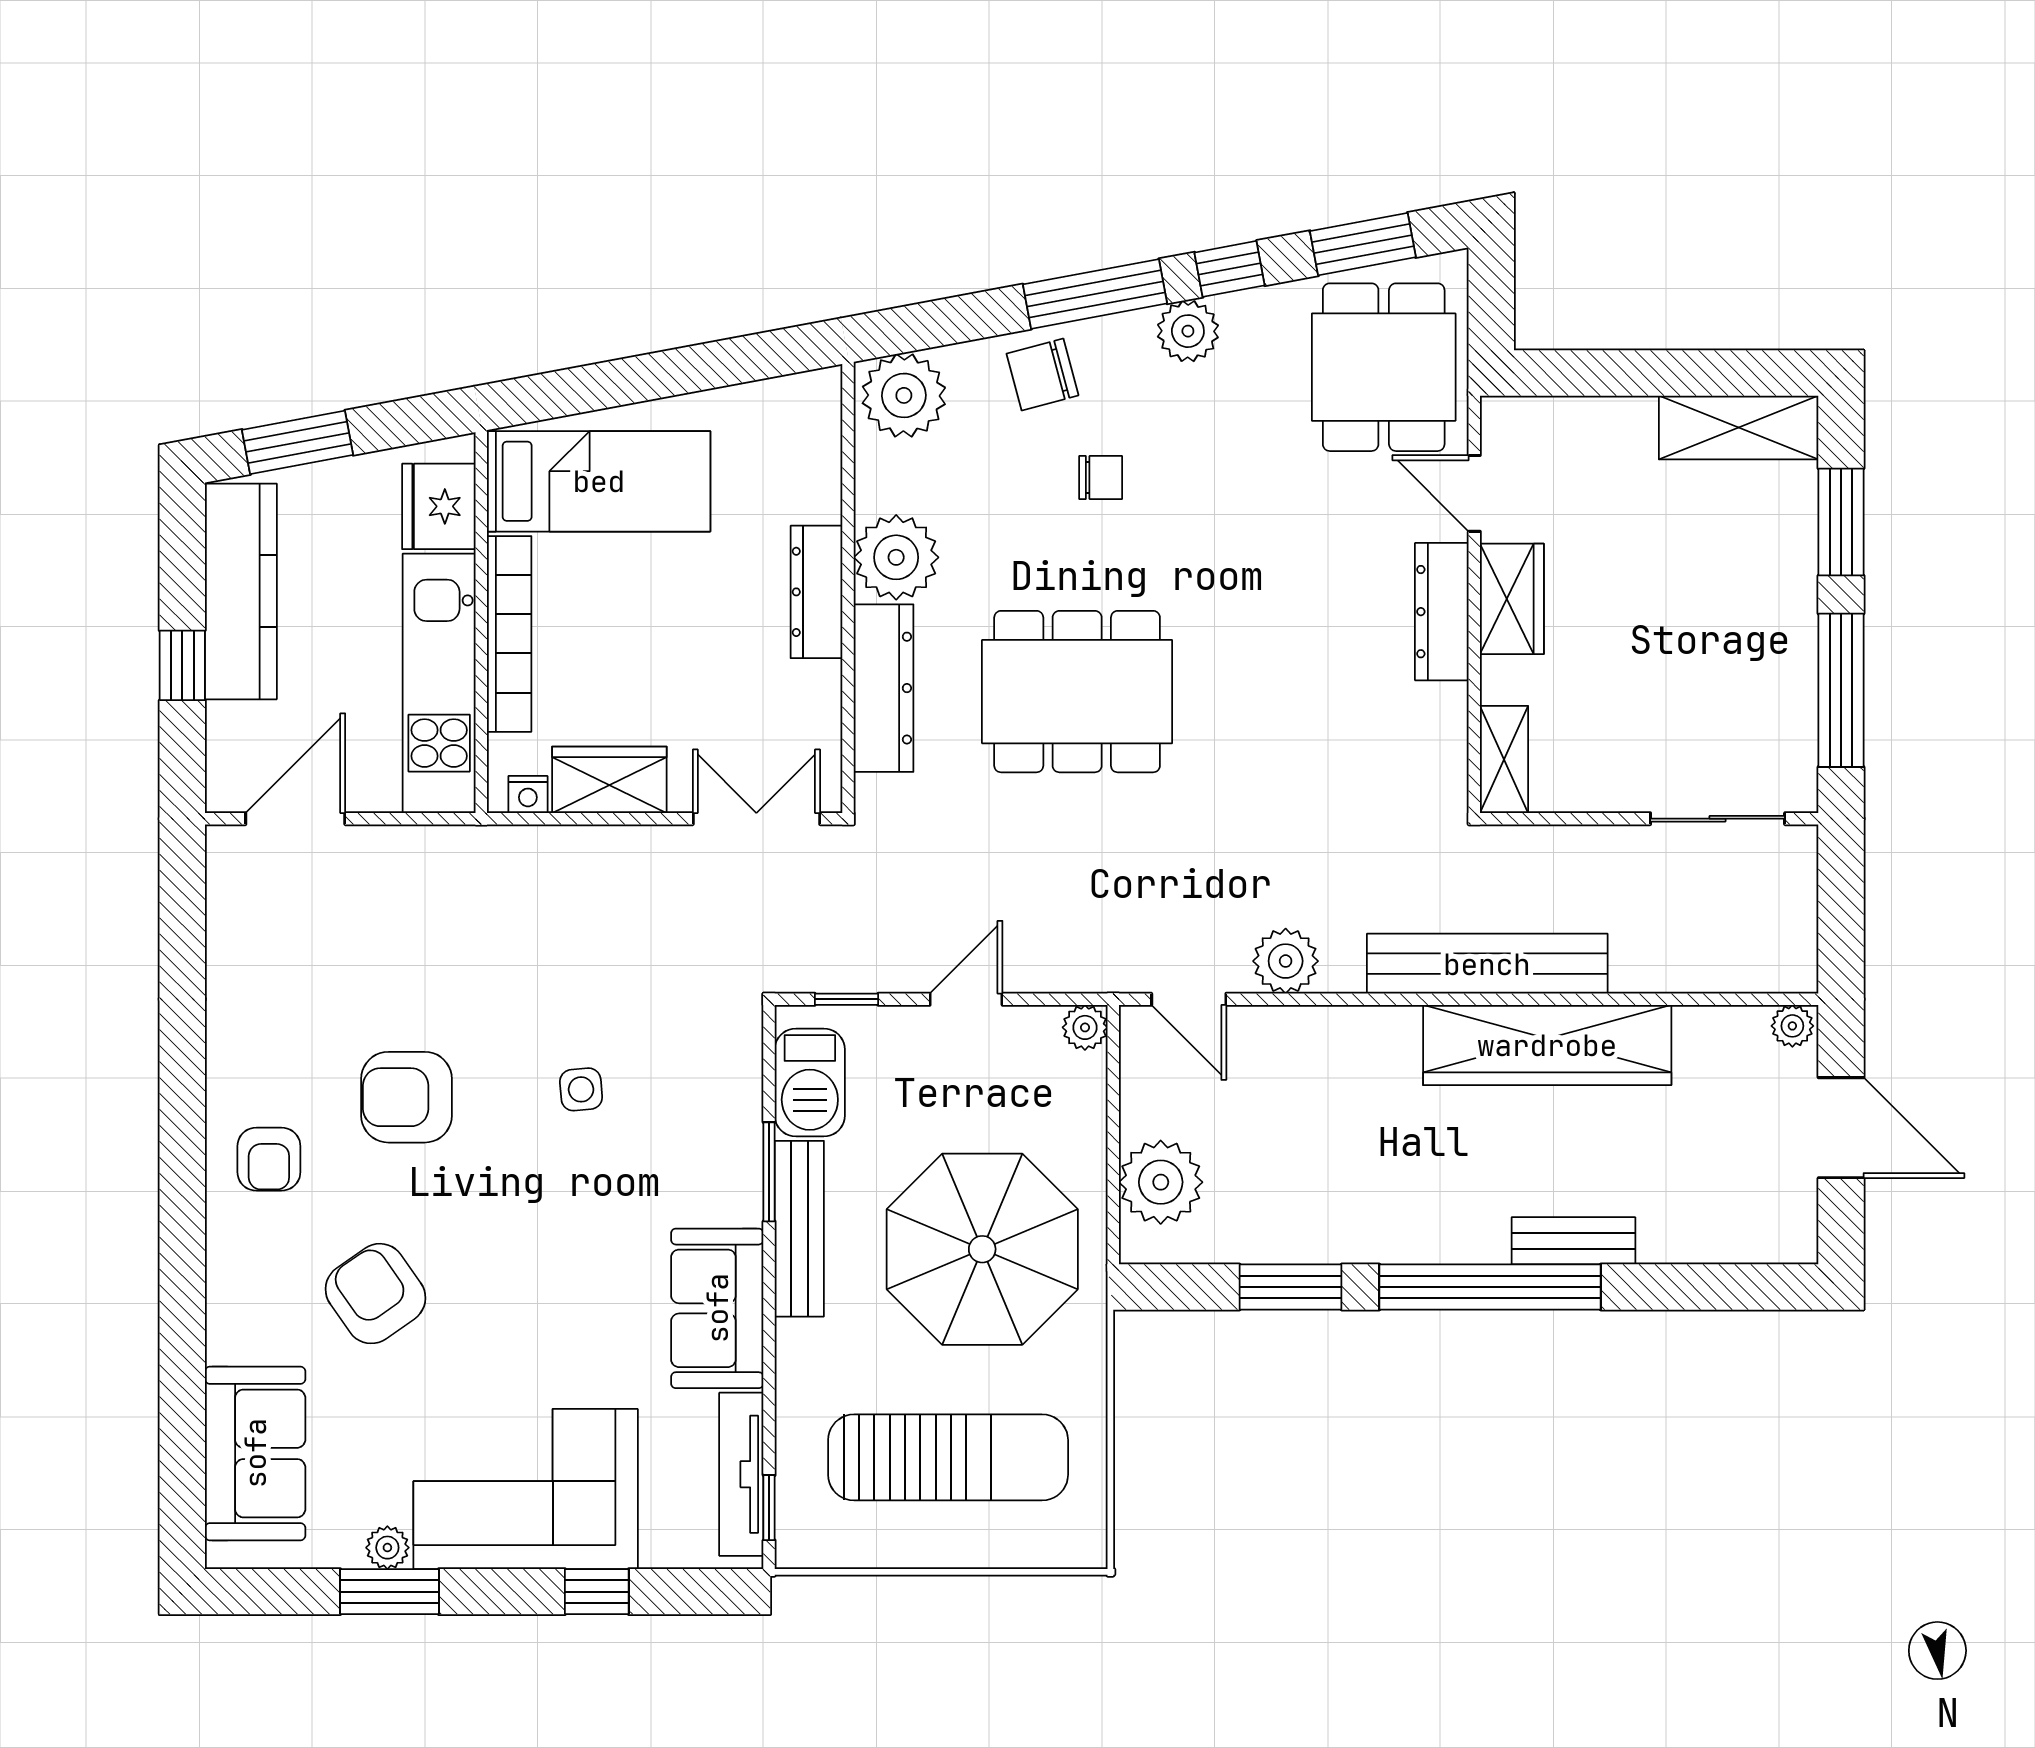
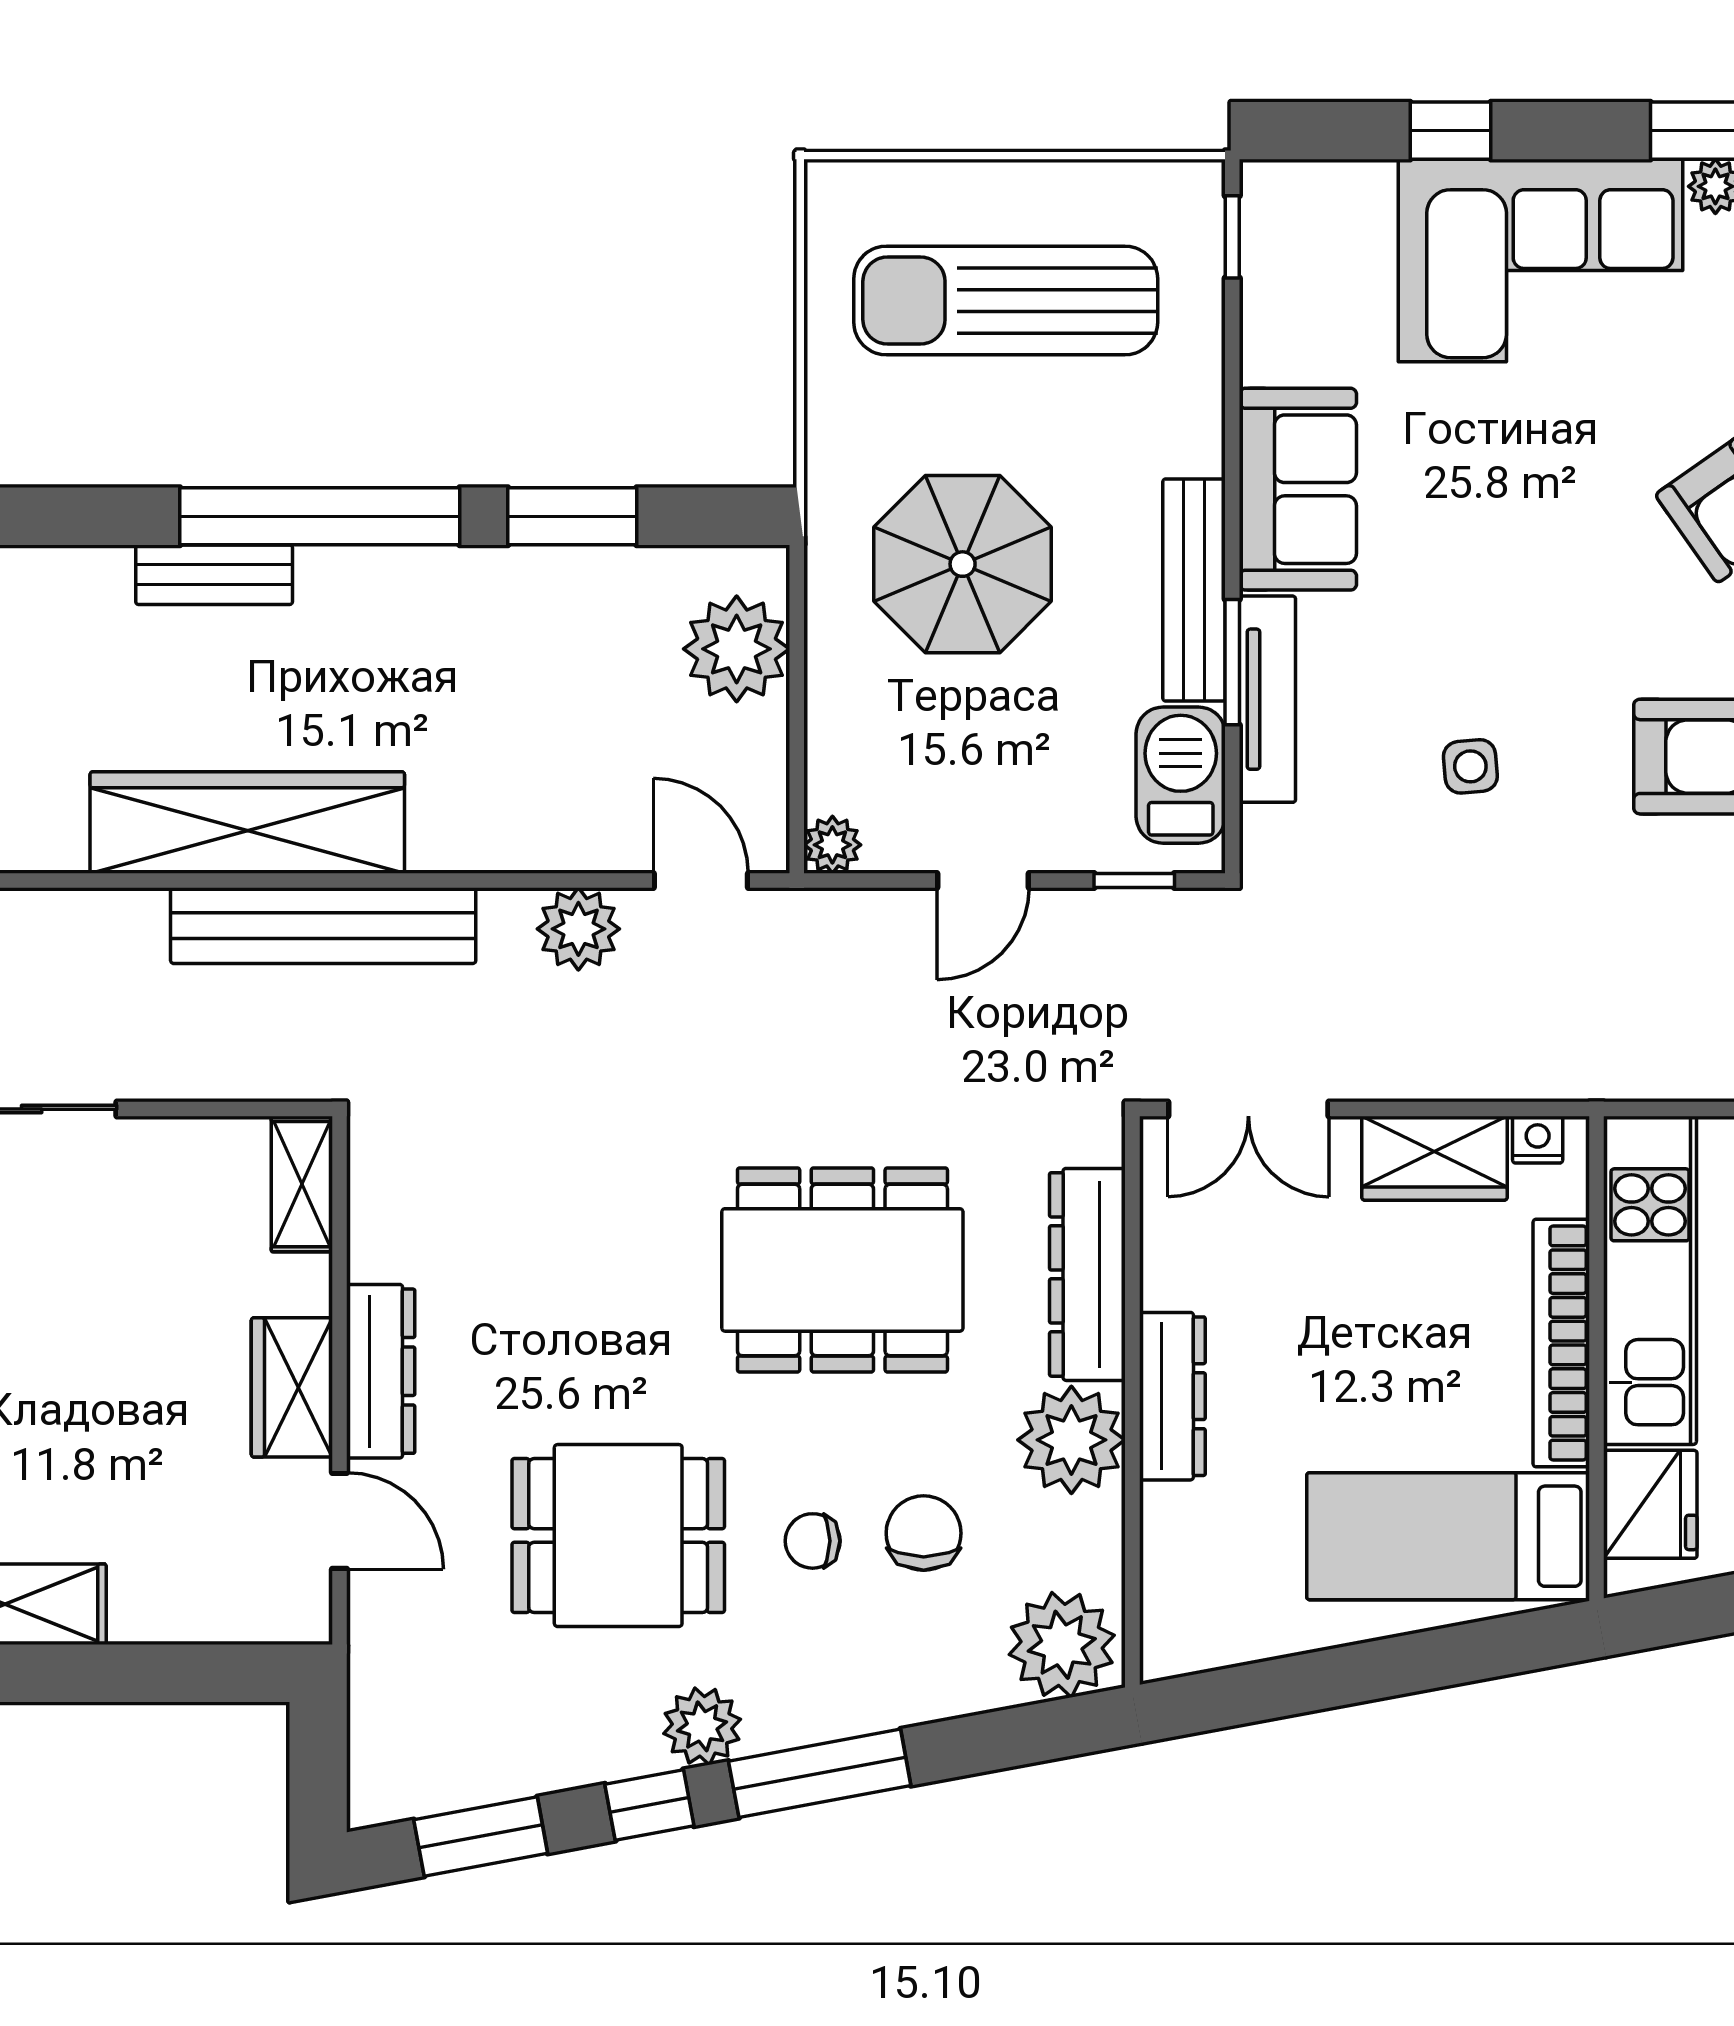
dining table: (1384, 367) -> (618, 1536), moved, turned 90
chair: (1042, 374) -> (924, 1533), moved, turned -75
parasol: (982, 1249) -> (963, 564), width x0.73, depth x0.73
tv unit: (741, 1474) -> (1267, 699), moved

